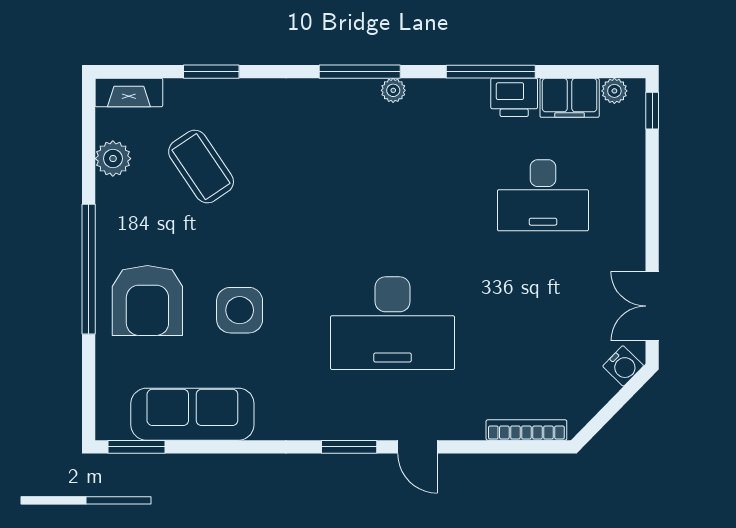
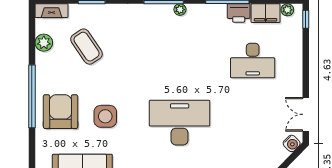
armchair: (147, 300) -> (60, 112), turned 180
desk: (392, 323) -> (180, 123), turned 180

